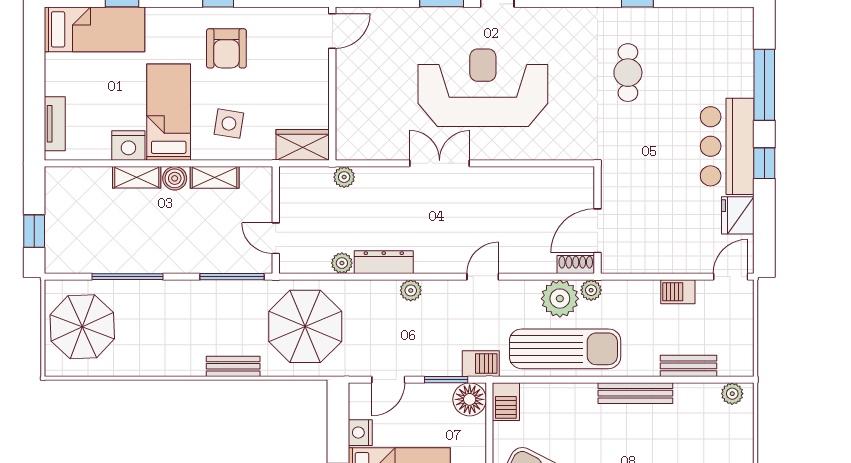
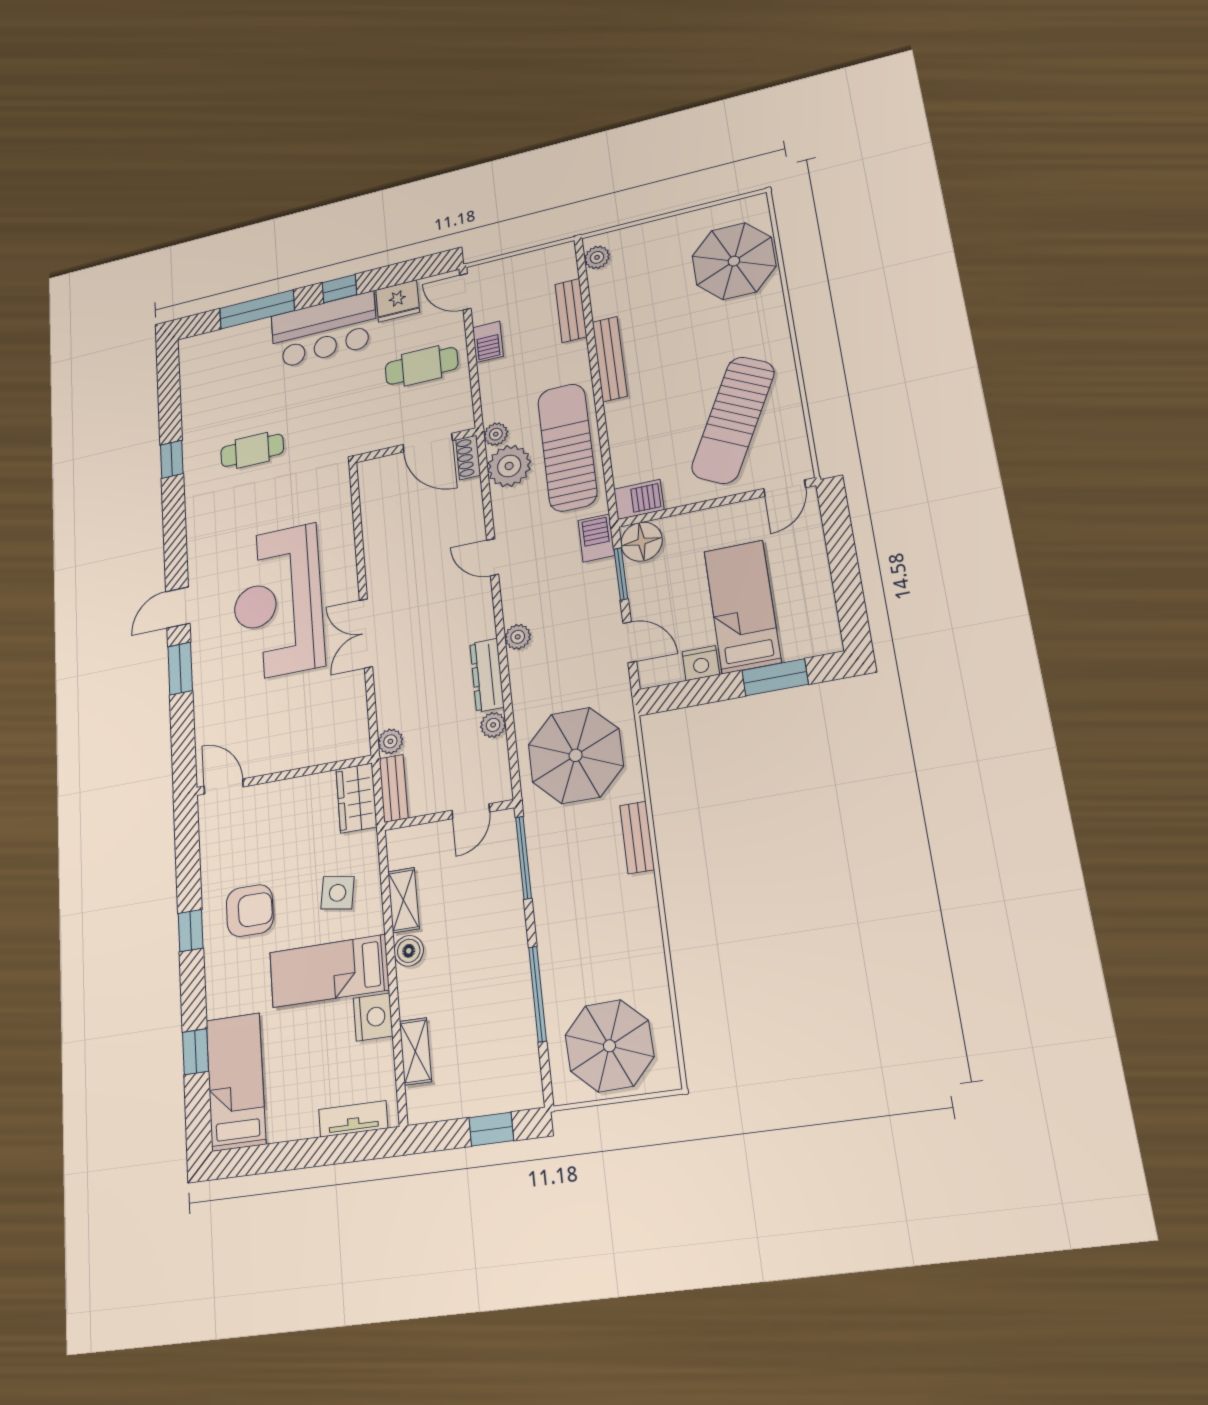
shelving: (137, 177) -> (415, 1051), moved
bench: (305, 177) -> (394, 788), added
cafe table: (670, 232) -> (421, 366), added

